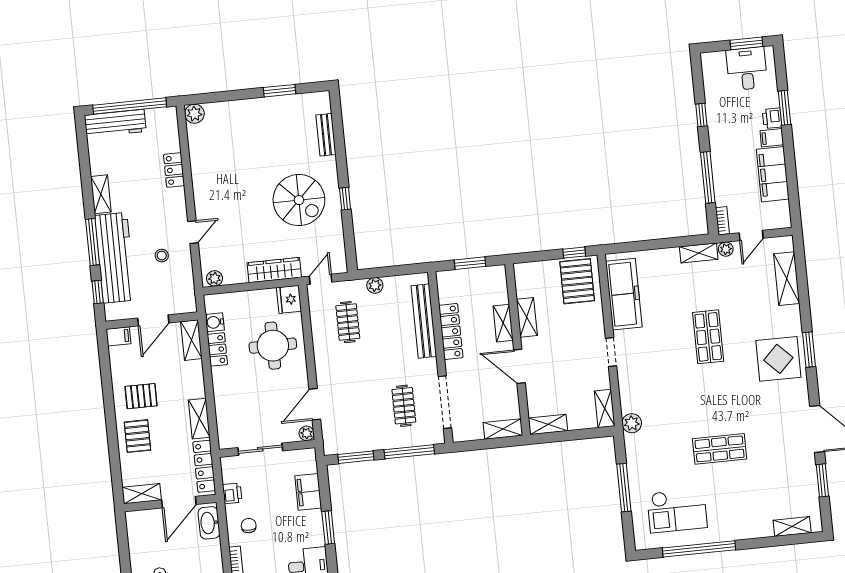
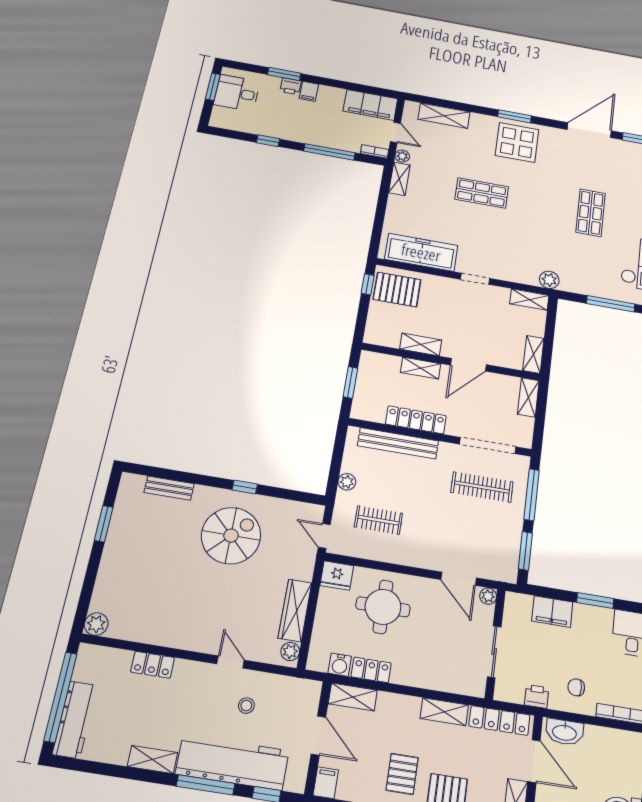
filing cabinet: (773, 174) -> (370, 105), moved
wardrobe: (274, 270) -> (295, 610), moved
clothes rail: (404, 406) -> (482, 487), width x1.36

